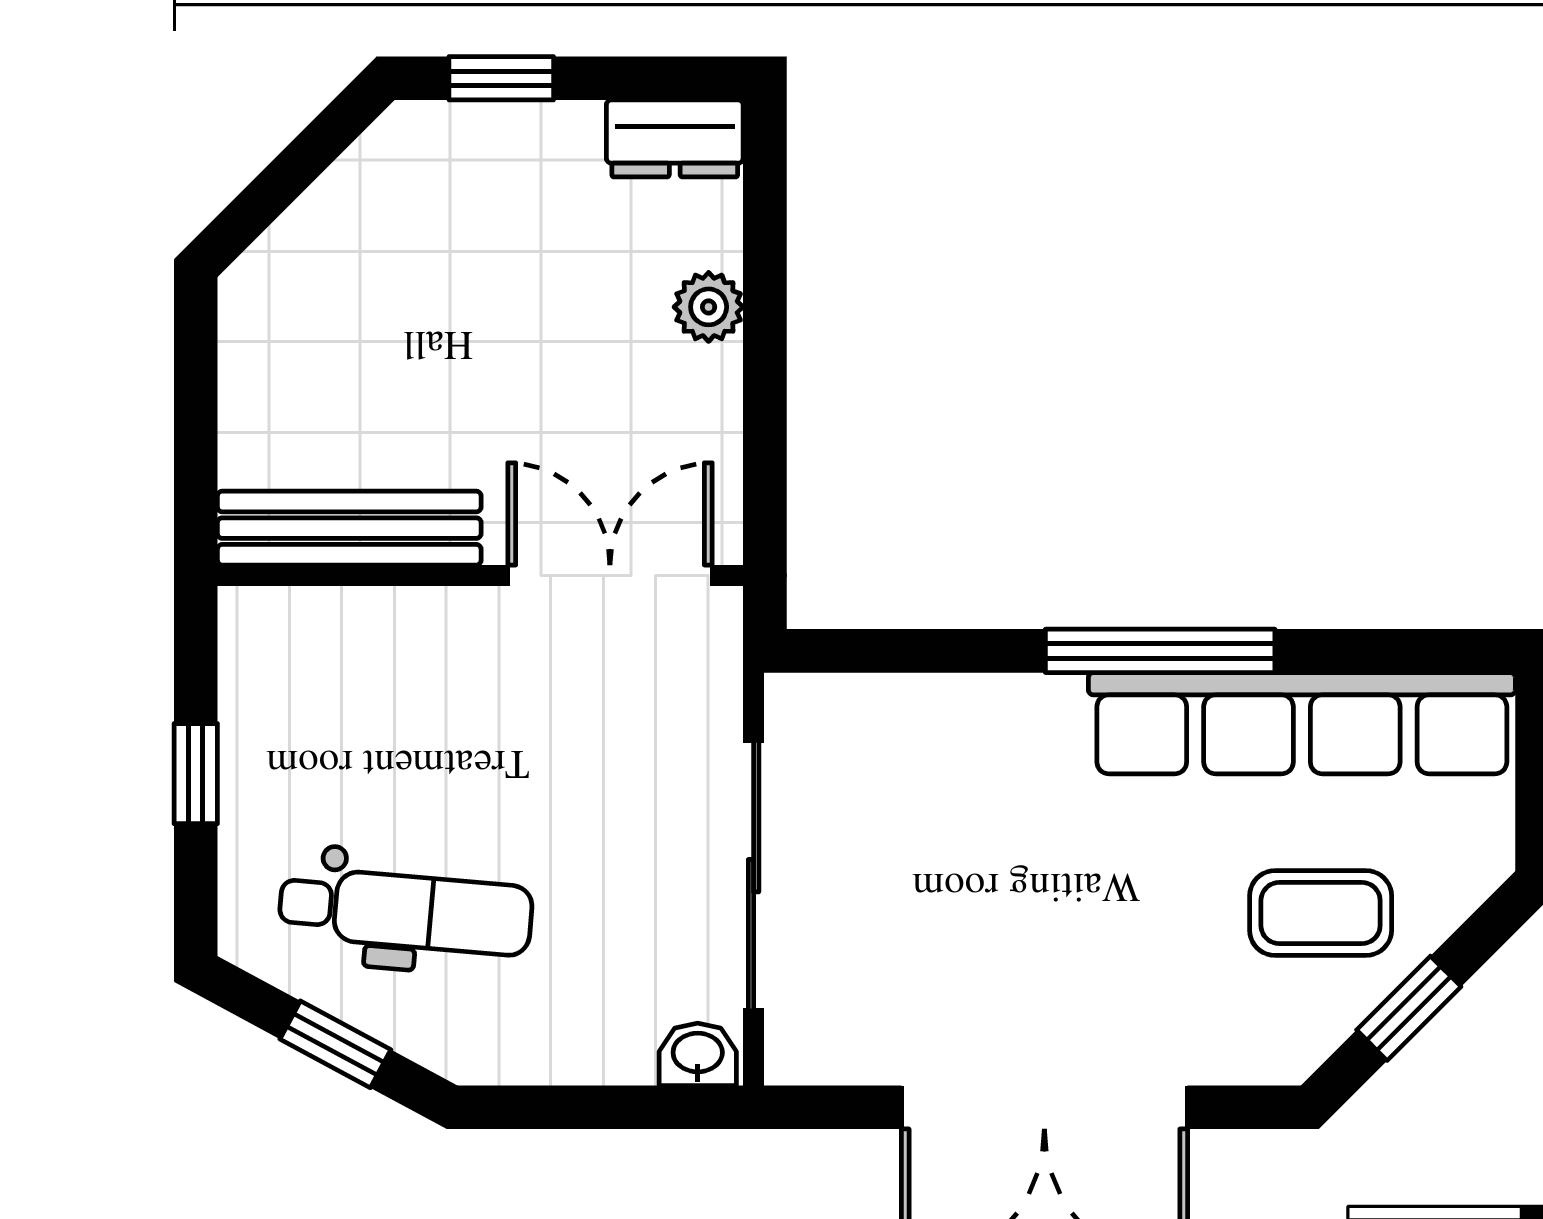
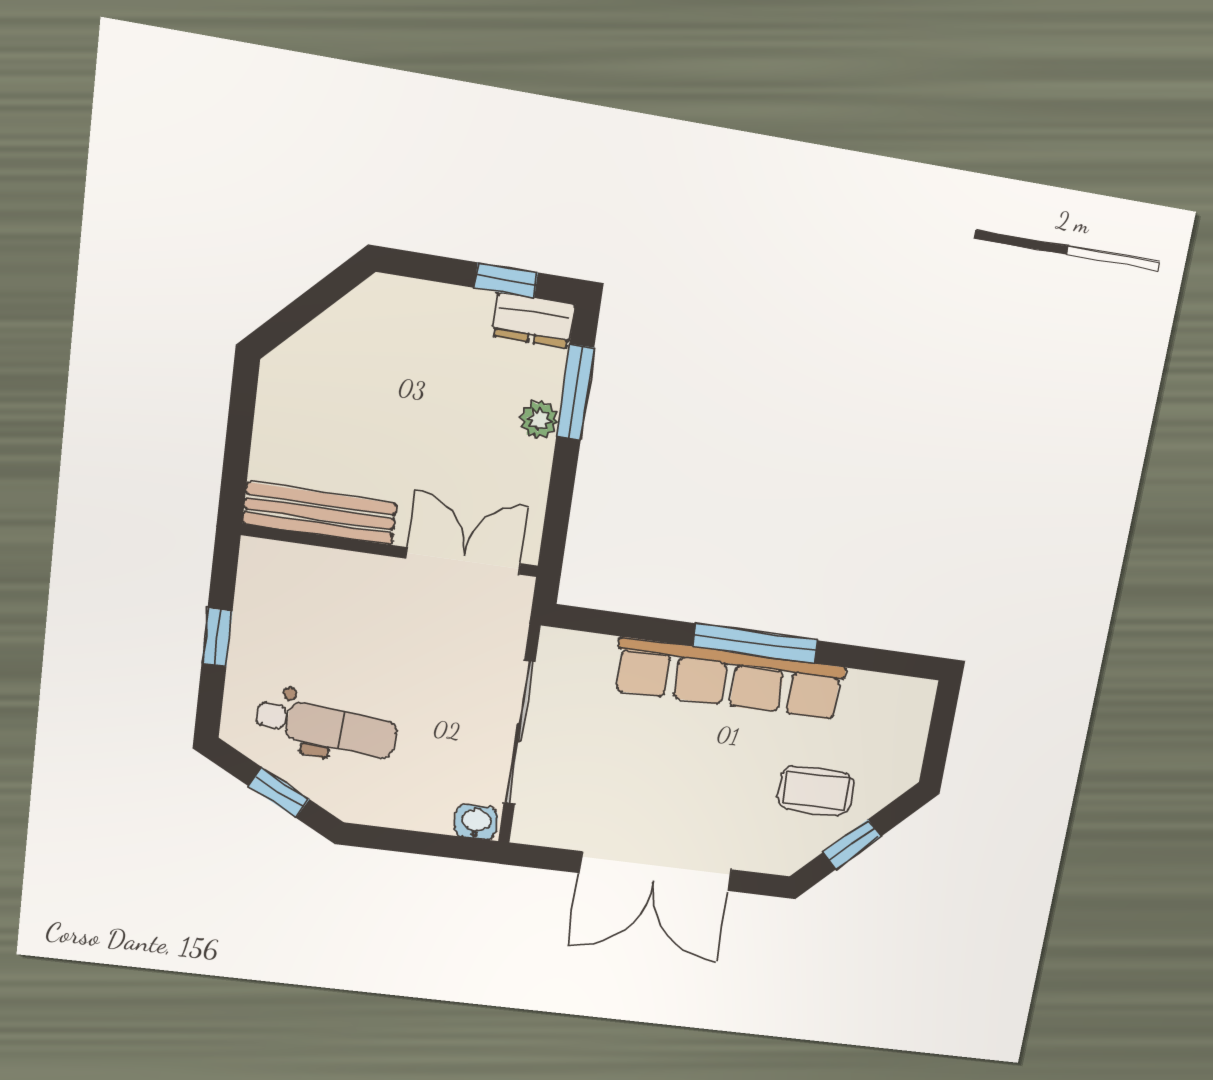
window: (501, 78) -> (506, 280), moved
window: (765, 250) -> (575, 392), added
row of seats: (1302, 723) -> (730, 679), moved

